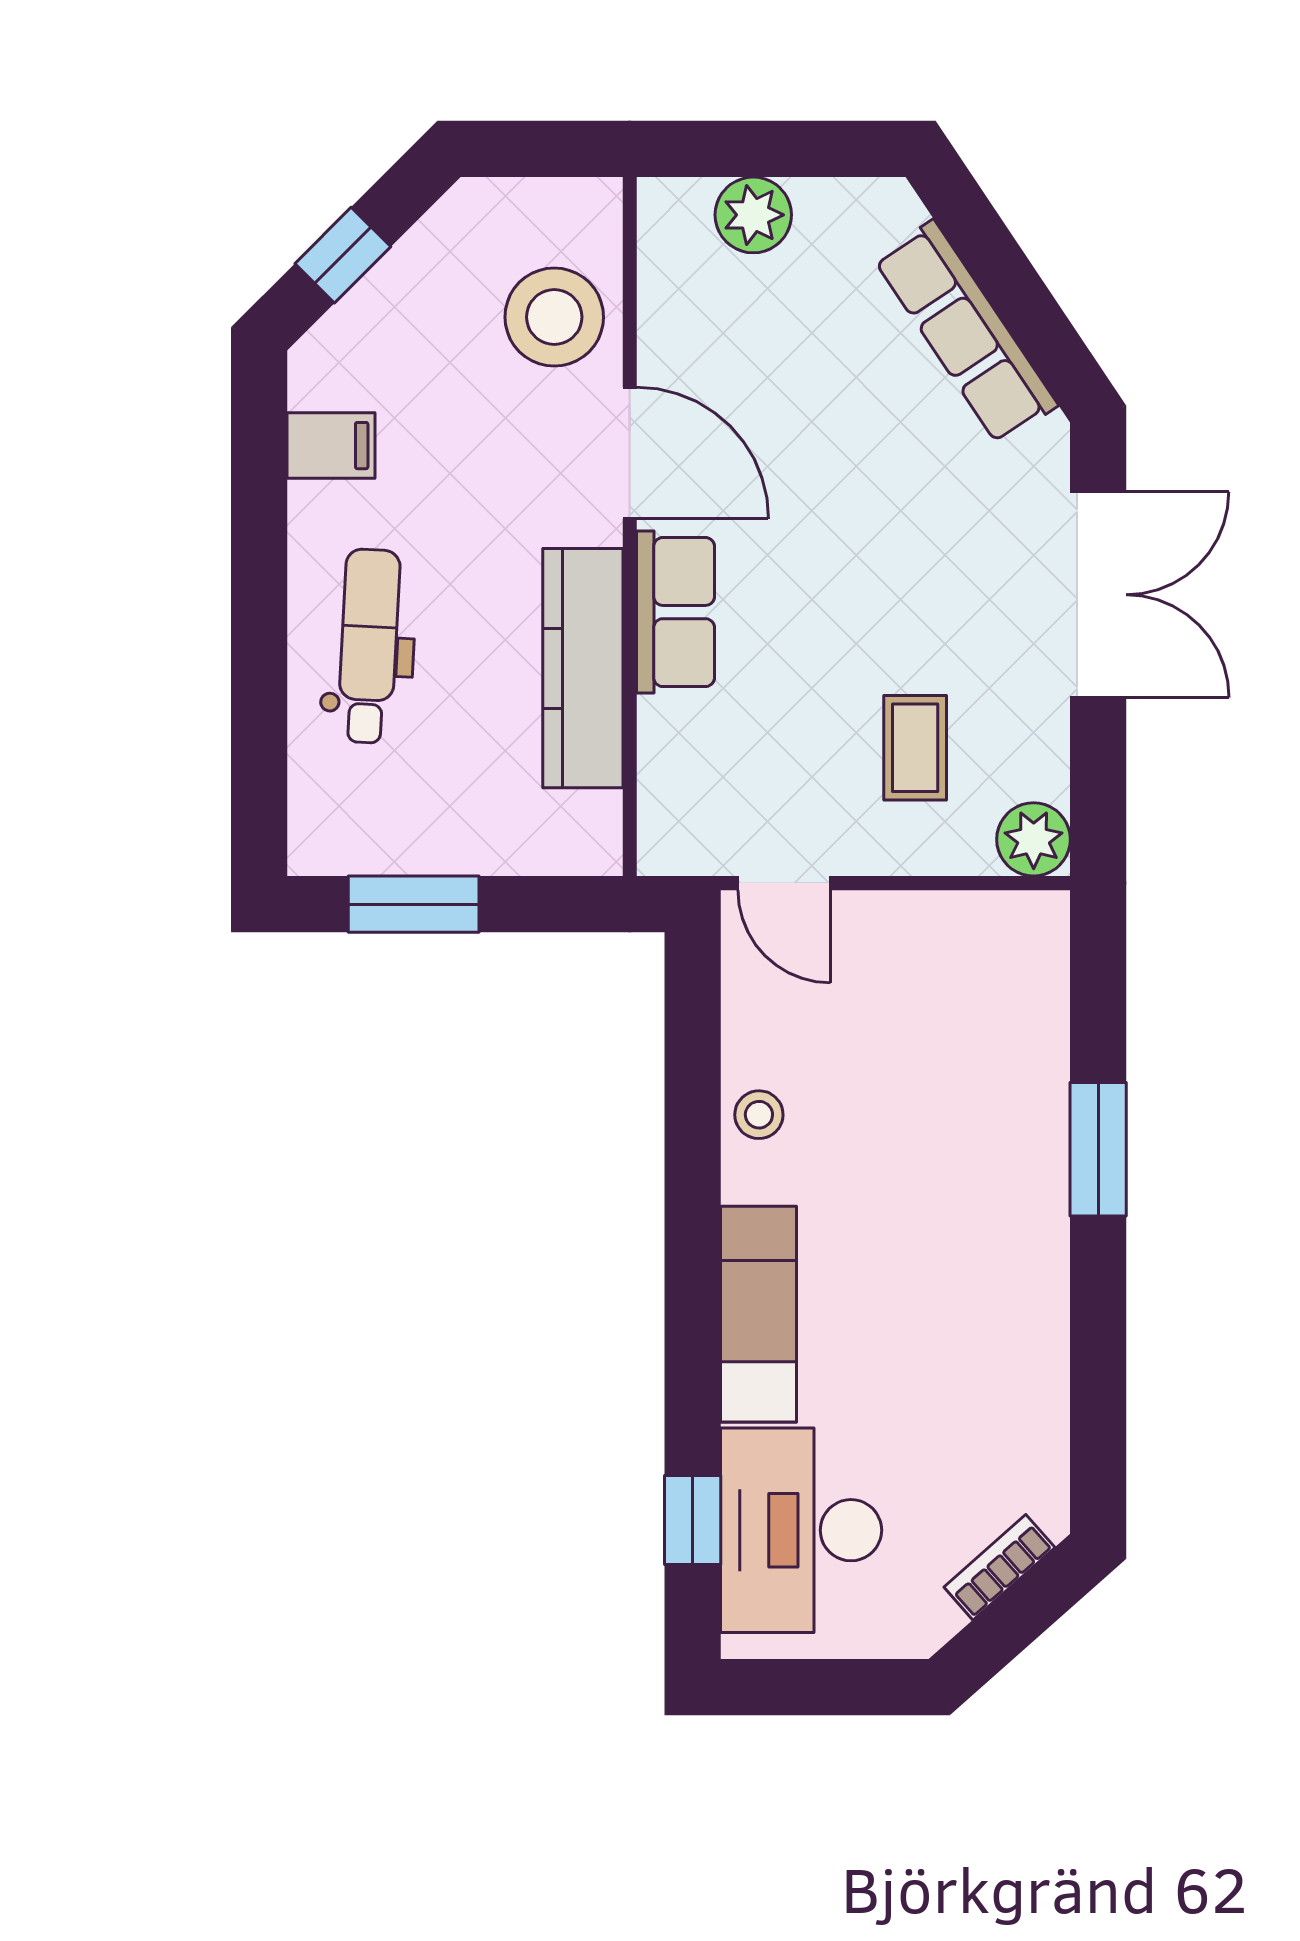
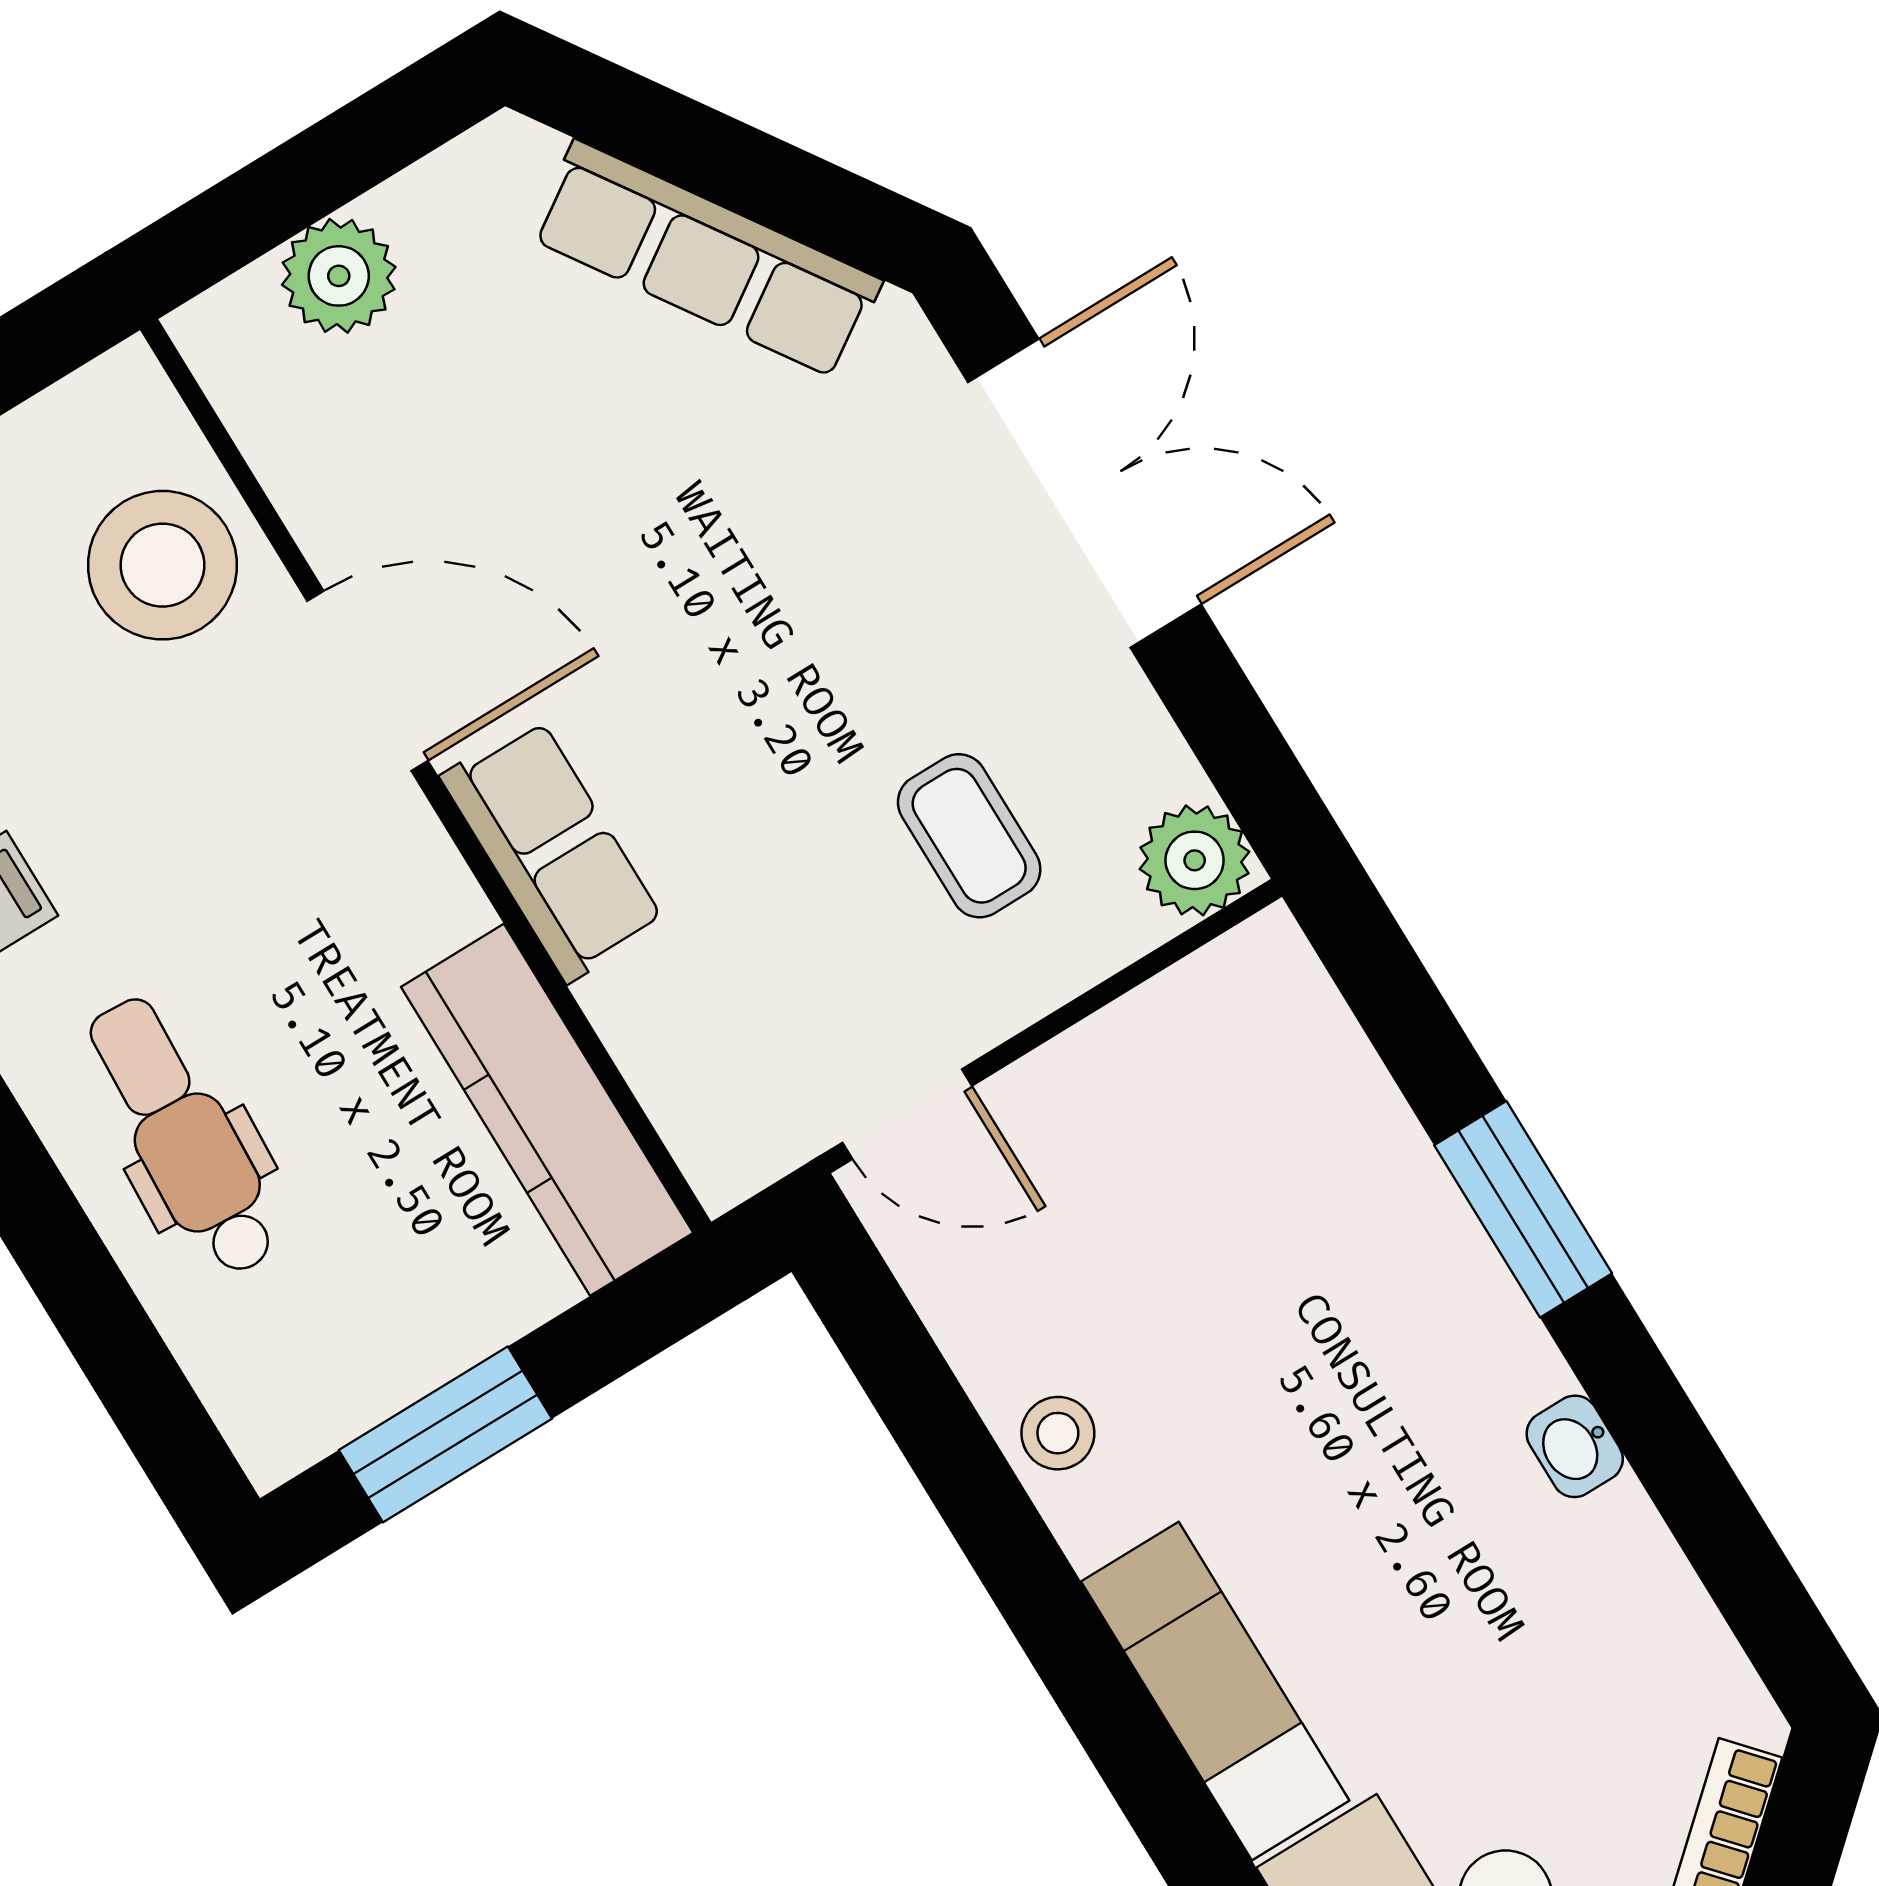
kitchen counter: (583, 668) -> (547, 1110), moved
washbasin: (1045, 1301) -> (1575, 1446), added

